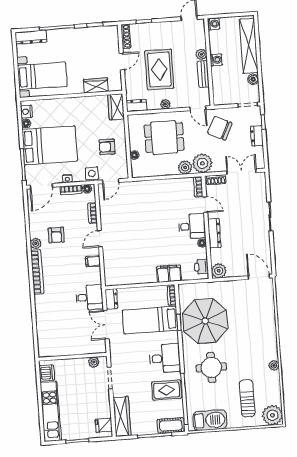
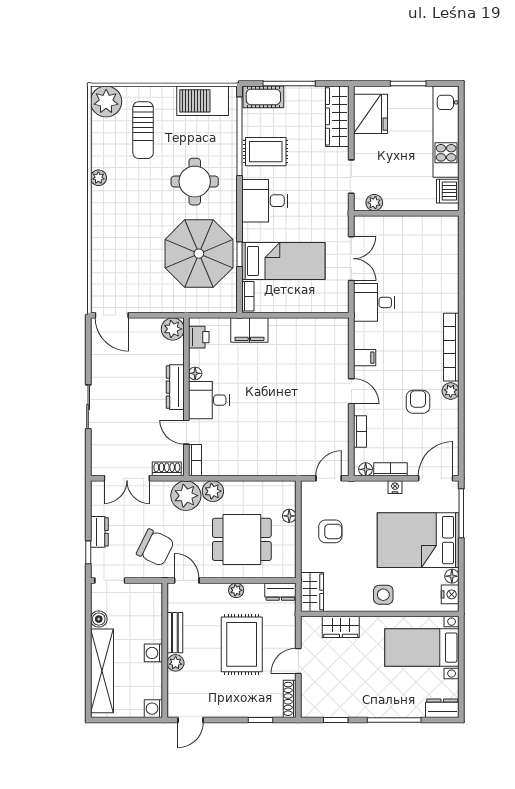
dresser: (31, 37) -> (442, 708), width x0.70
side table: (92, 173) -> (383, 595), moved
door: (100, 239) -> (351, 391), hinge flipped
dresser: (111, 299) -> (340, 298), removed
fridge: (104, 425) -> (370, 114), width x1.88, depth x1.34

